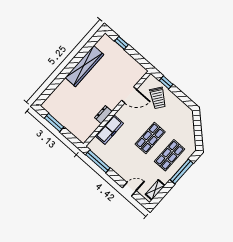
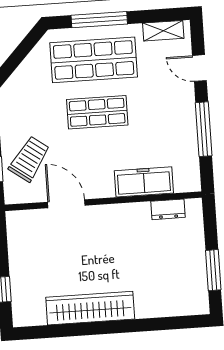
dresser: (103, 115) -> (168, 209), moved
shop shelf: (170, 155) -> (94, 60), width x1.43, depth x1.36
window: (98, 161) -> (204, 129), moved

